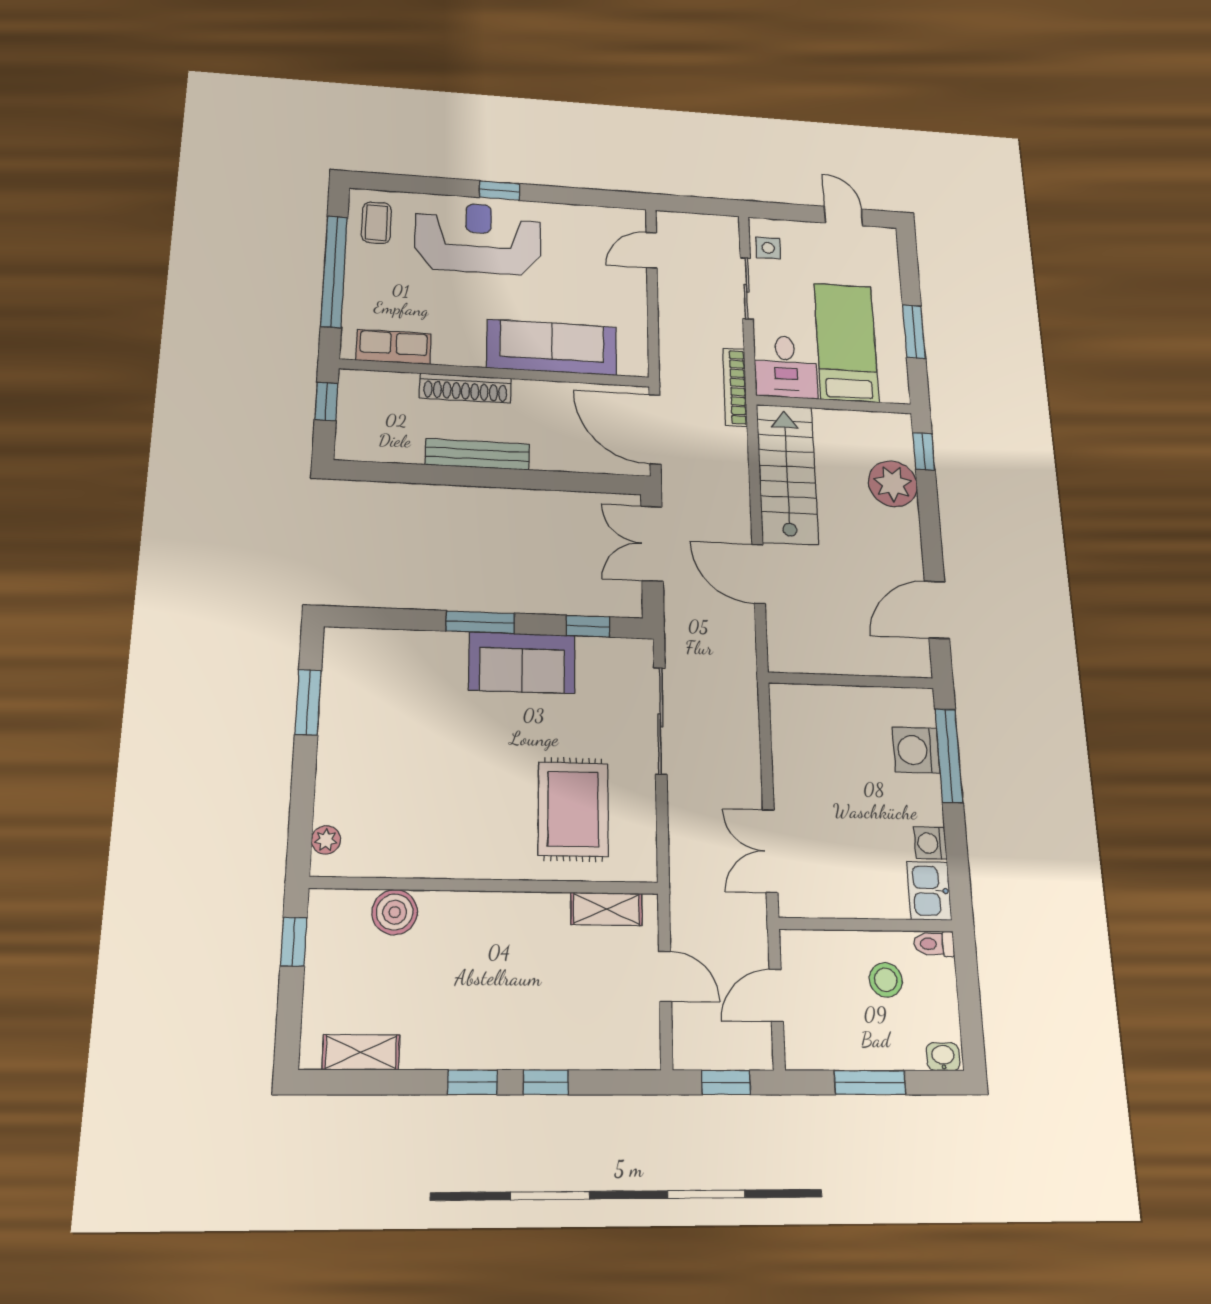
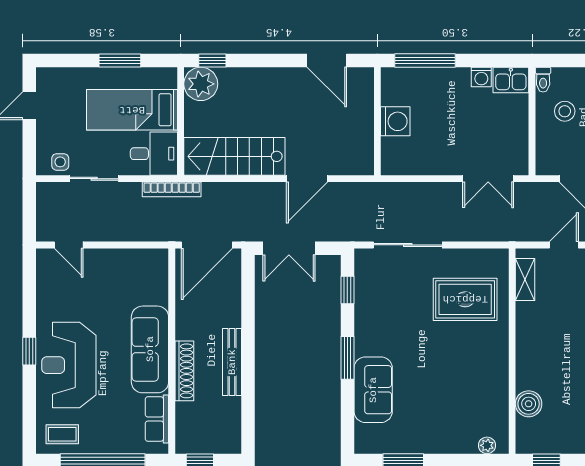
sofa: (552, 347) -> (150, 349), moved
plant: (893, 484) -> (201, 84), moved
sofa: (522, 663) -> (373, 390), moved
washing machine: (916, 750) -> (395, 121), moved, turned -90

